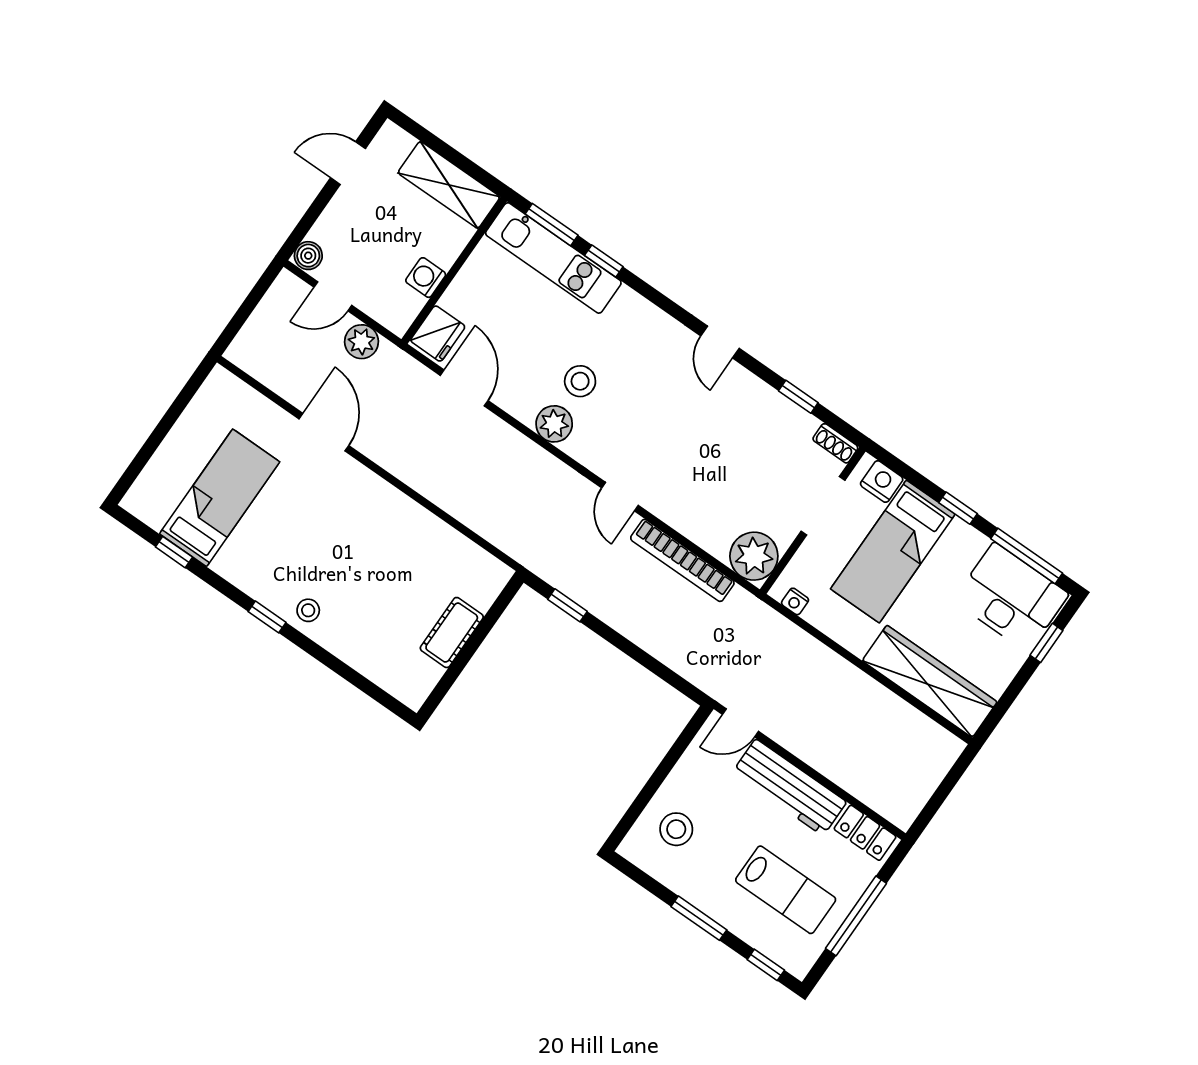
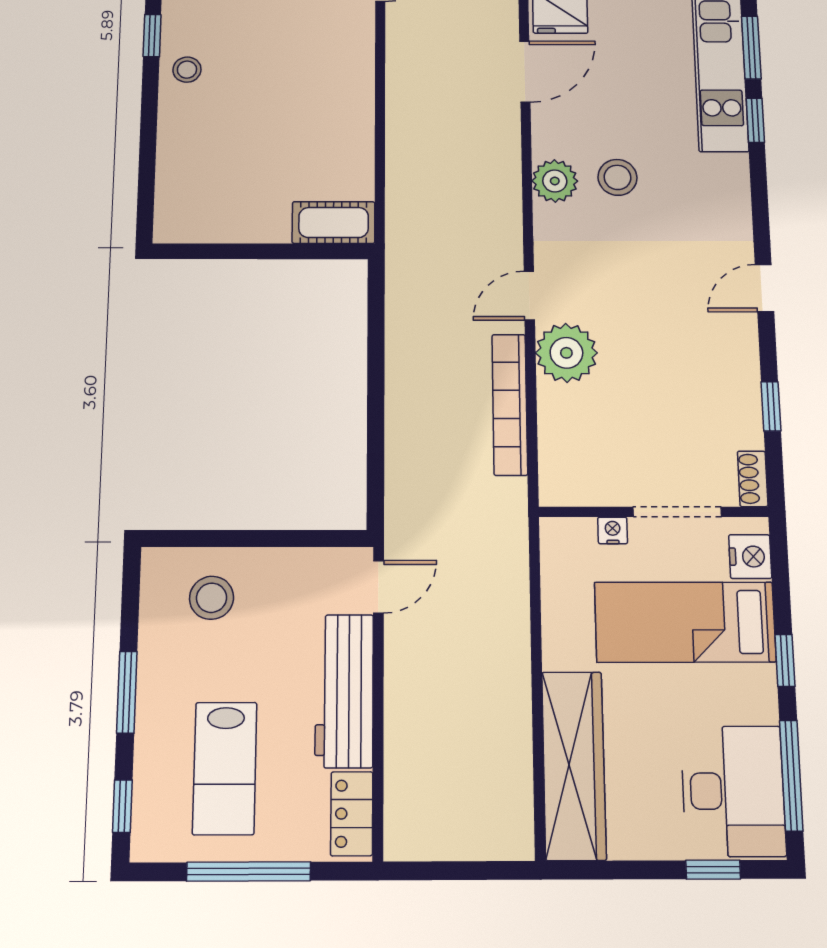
plant: (754, 556) -> (566, 353), moved
nightstand: (795, 601) -> (613, 530), moved, turned 90
window: (567, 605) -> (376, 319), removed
cot: (452, 633) -> (334, 223), moved
door: (741, 723) -> (379, 587), swing flipped

